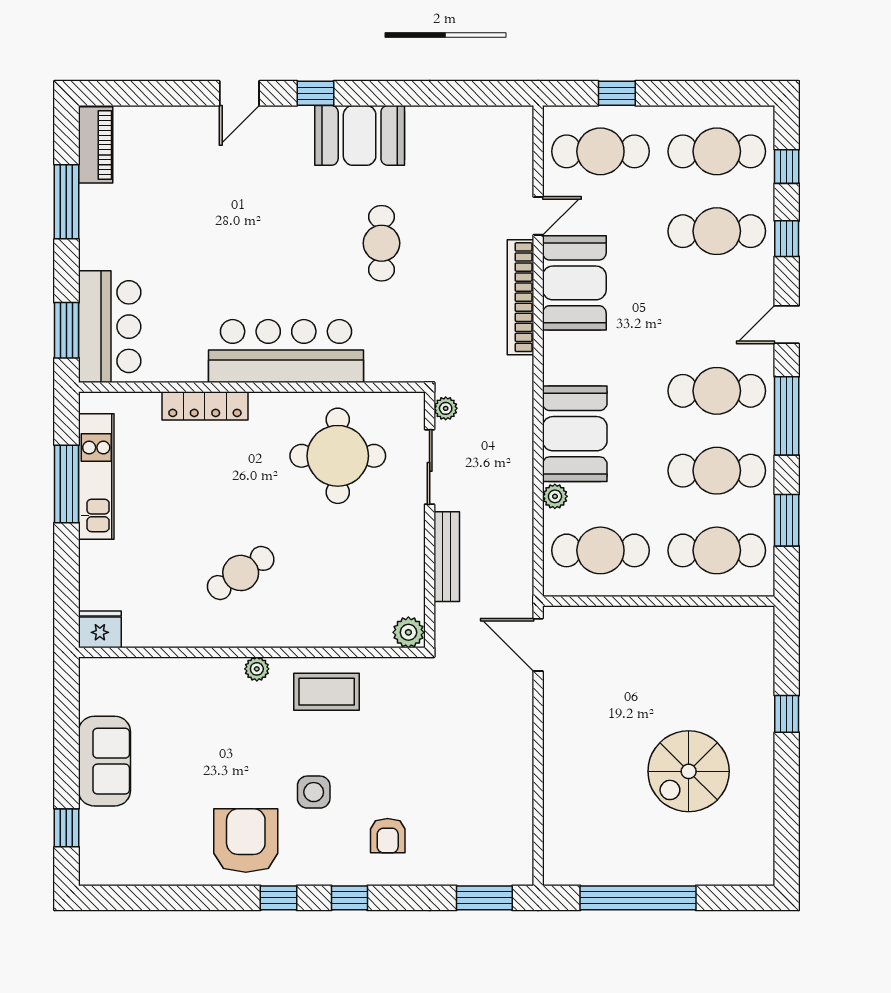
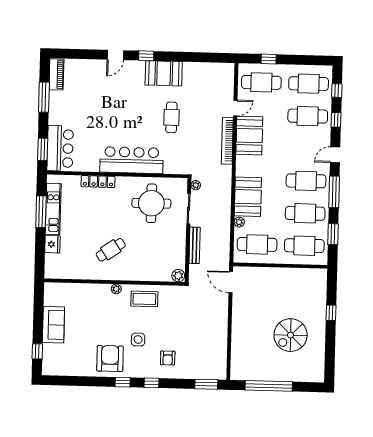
fridge: (100, 629) -> (52, 244), moved, turned 90

